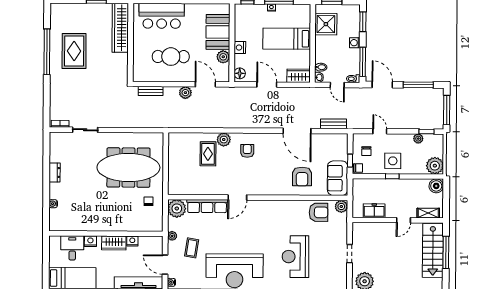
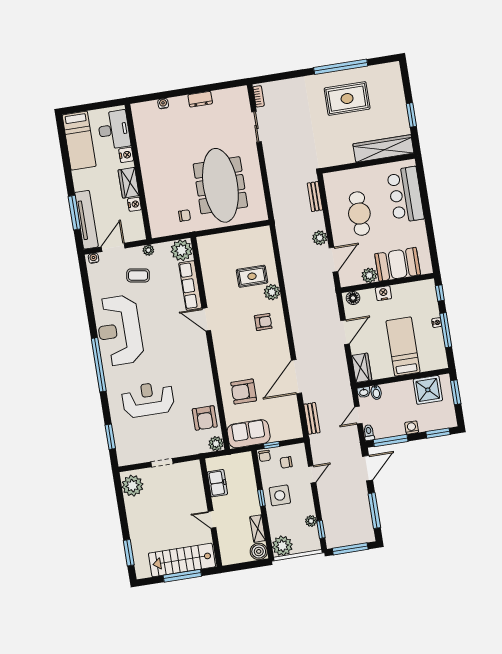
shelving: (428, 213) -> (258, 529), moved
desk: (72, 248) -> (114, 130), width x1.37

